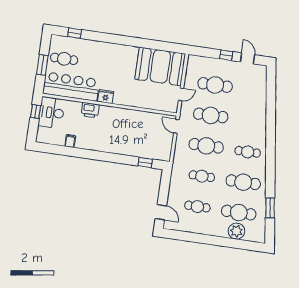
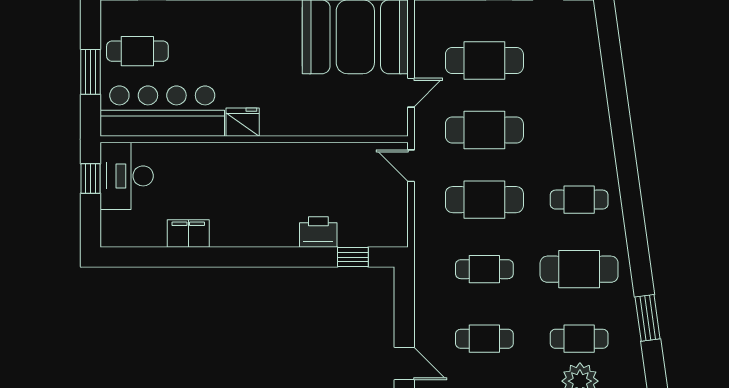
printer: (90, 110) -> (318, 232), moved, turned 180
filing cabinet: (70, 141) -> (188, 234), width x2.00
cafe table: (239, 213) -> (579, 339), width x0.73, depth x0.74

